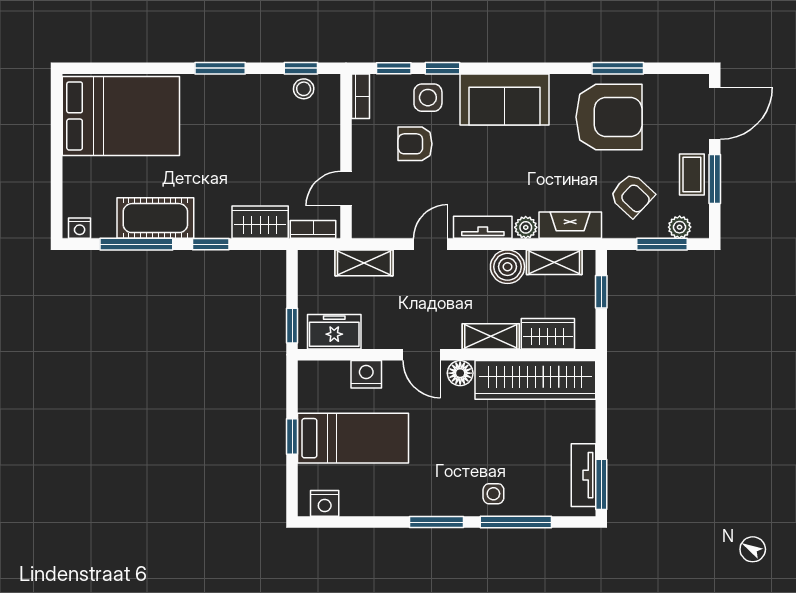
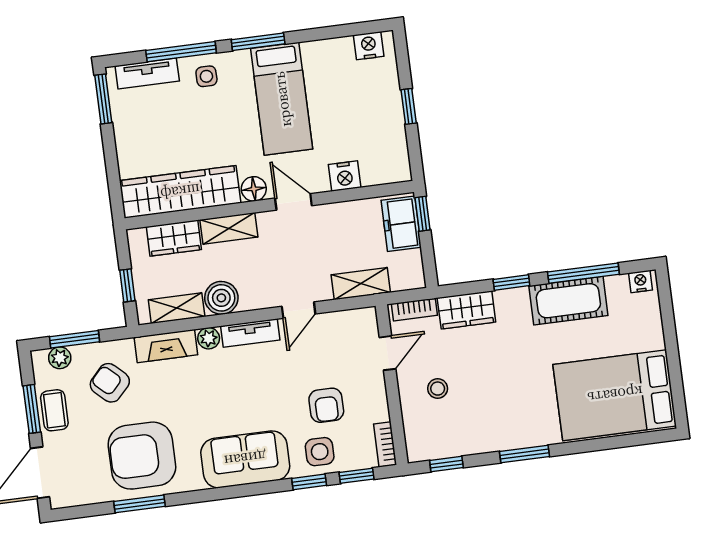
stool: (304, 89) -> (438, 389), moved
armchair: (415, 144) -> (326, 405), turned 90
freezer: (334, 332) -> (401, 224), moved, turned 90
bed: (353, 438) -> (282, 99), moved, turned -90
tv unit: (584, 475) -> (147, 74), moved, turned 90

